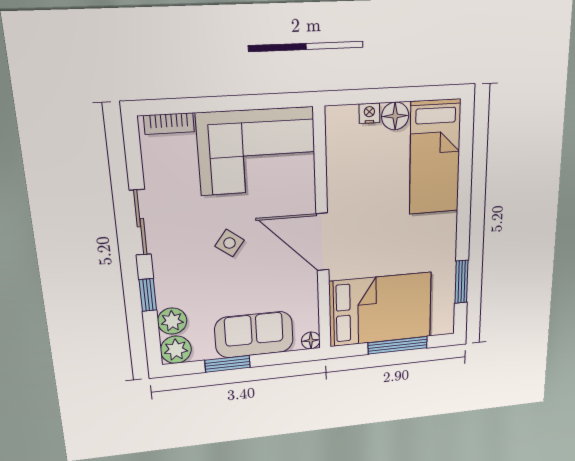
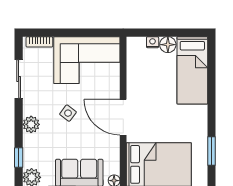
sliding door: (140, 223) -> (19, 79), moved
window: (148, 295) -> (19, 157), moved
plant: (172, 321) -> (31, 124), moved

